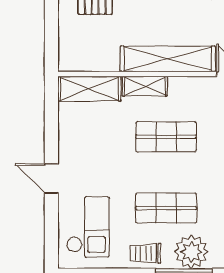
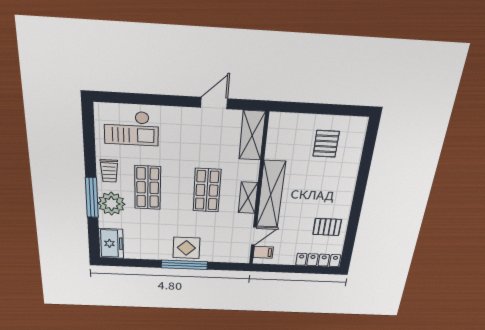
shelving: (145, 86) -> (248, 198), moved
door: (51, 178) -> (214, 103), moved
trolley: (145, 253) -> (109, 171), turned 180

